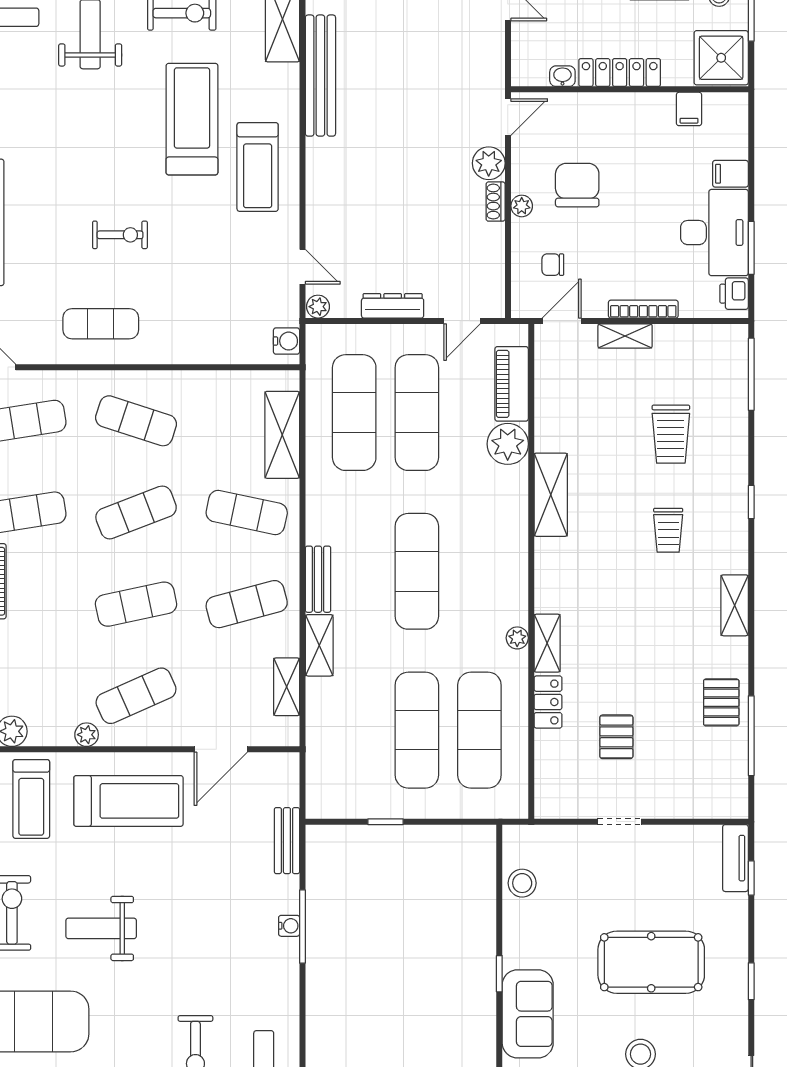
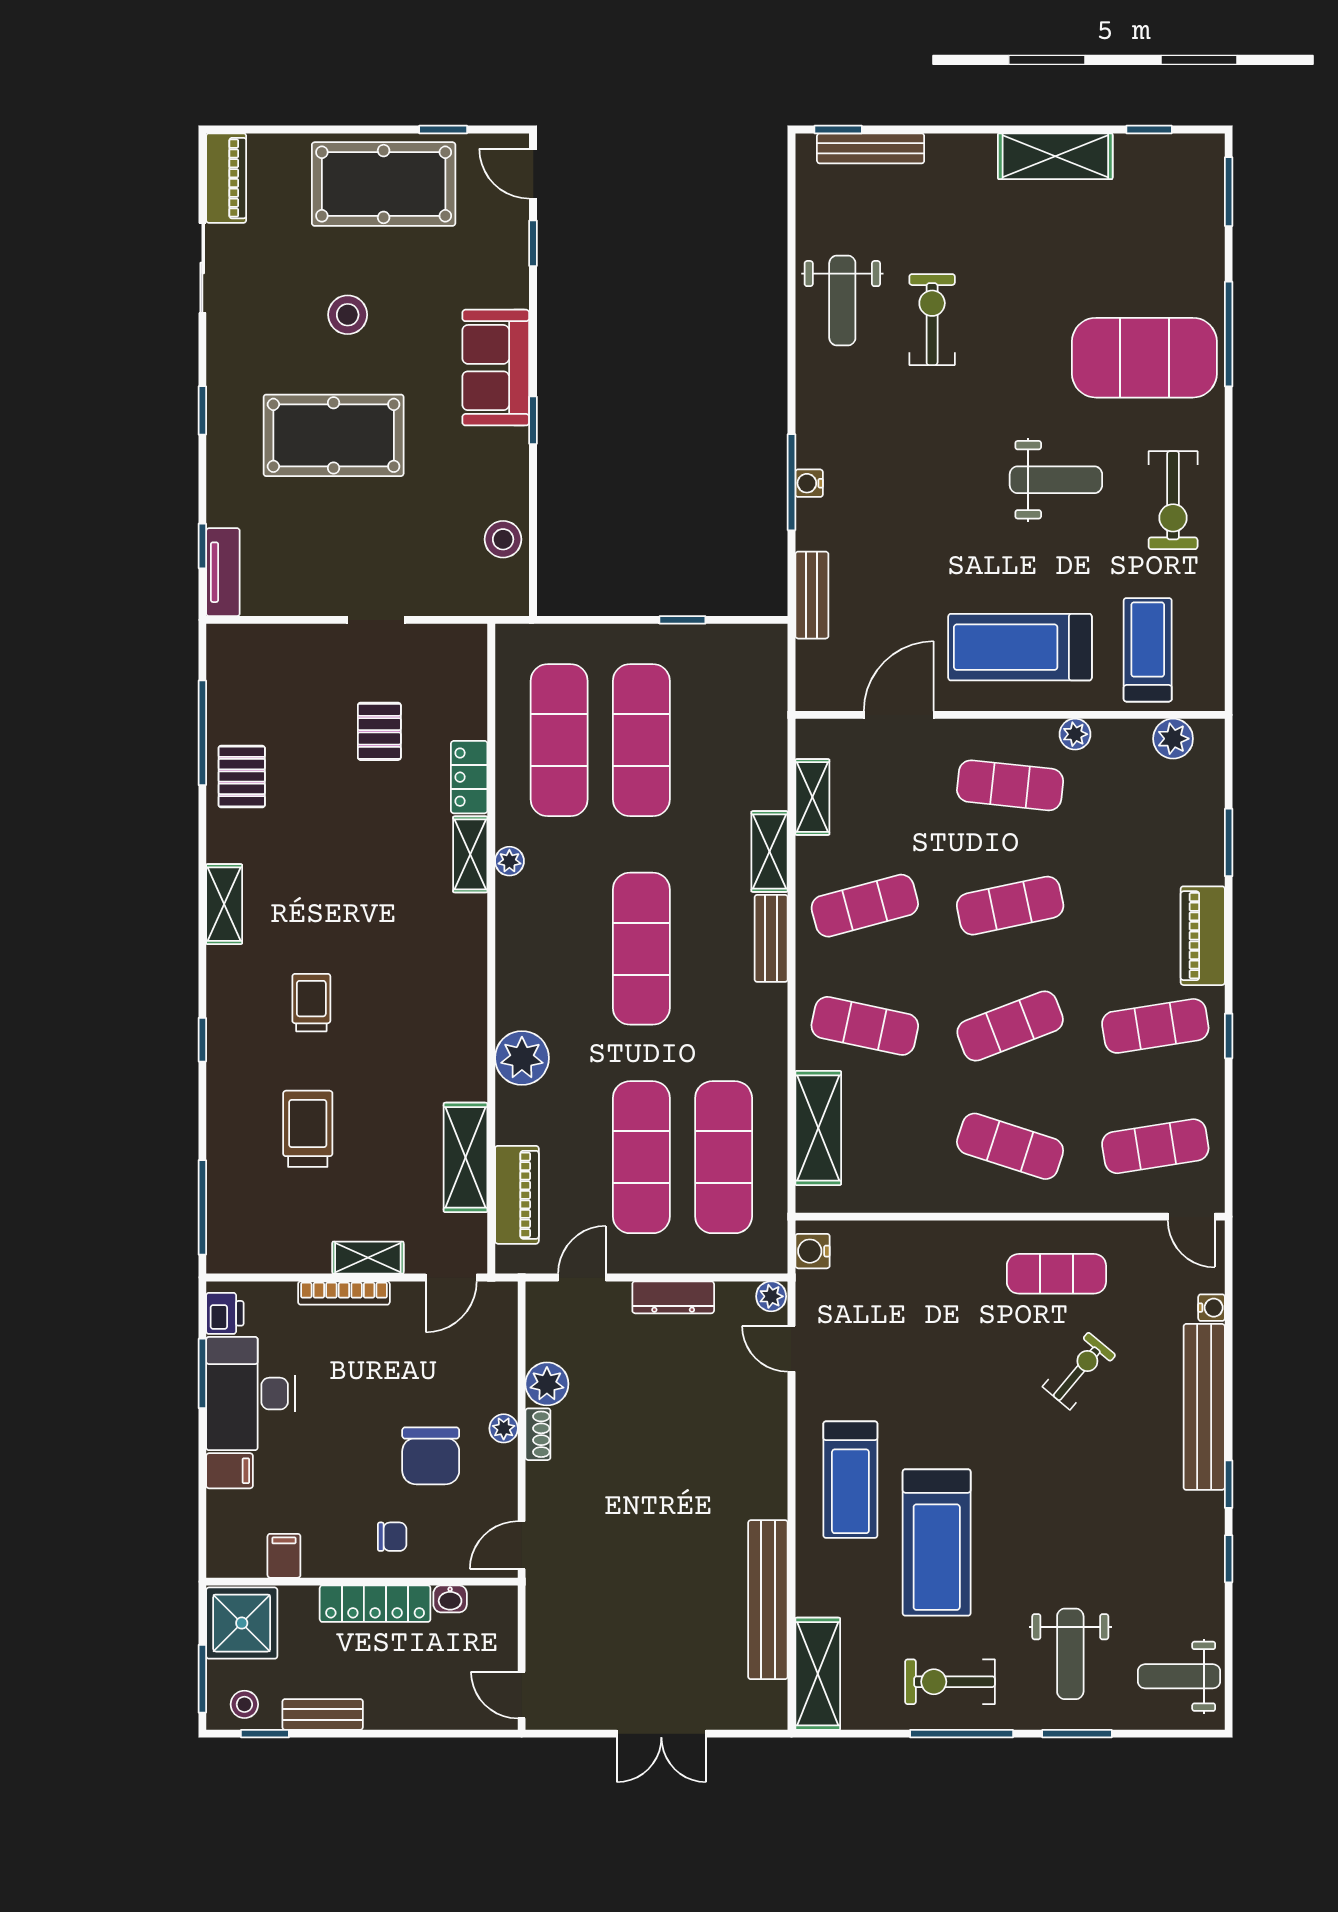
plant: (489, 163) -> (547, 1384), moved
treadmill: (258, 167) -> (850, 1480), turned 180
exercise bike: (120, 235) -> (1079, 1371), moved, turned 130
chair: (553, 265) -> (392, 1537), moved
plant: (508, 444) -> (522, 1058), moved
shelving: (551, 495) -> (466, 1157), moved
exercise mat: (136, 696) -> (1010, 785), turned 30

